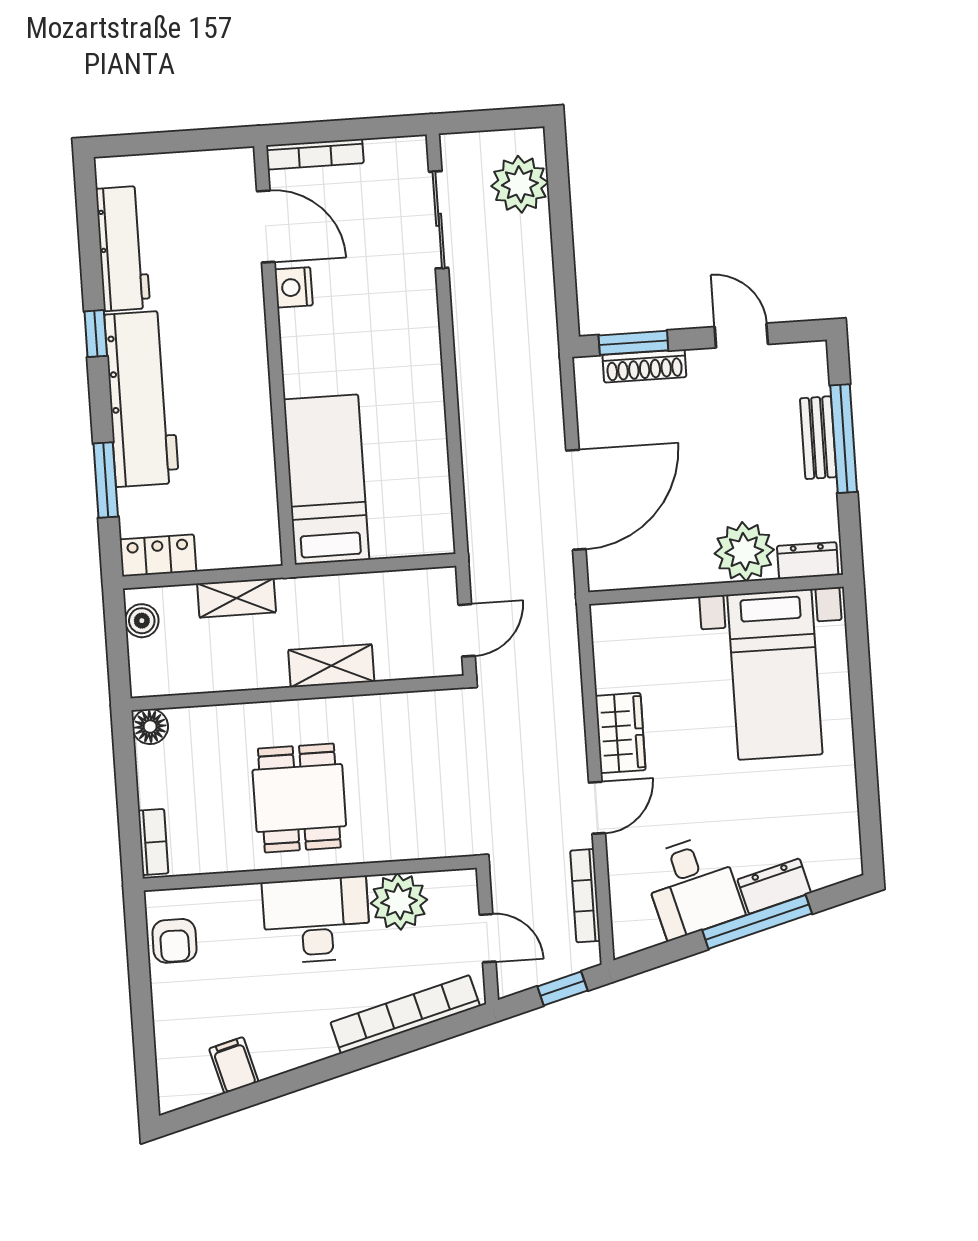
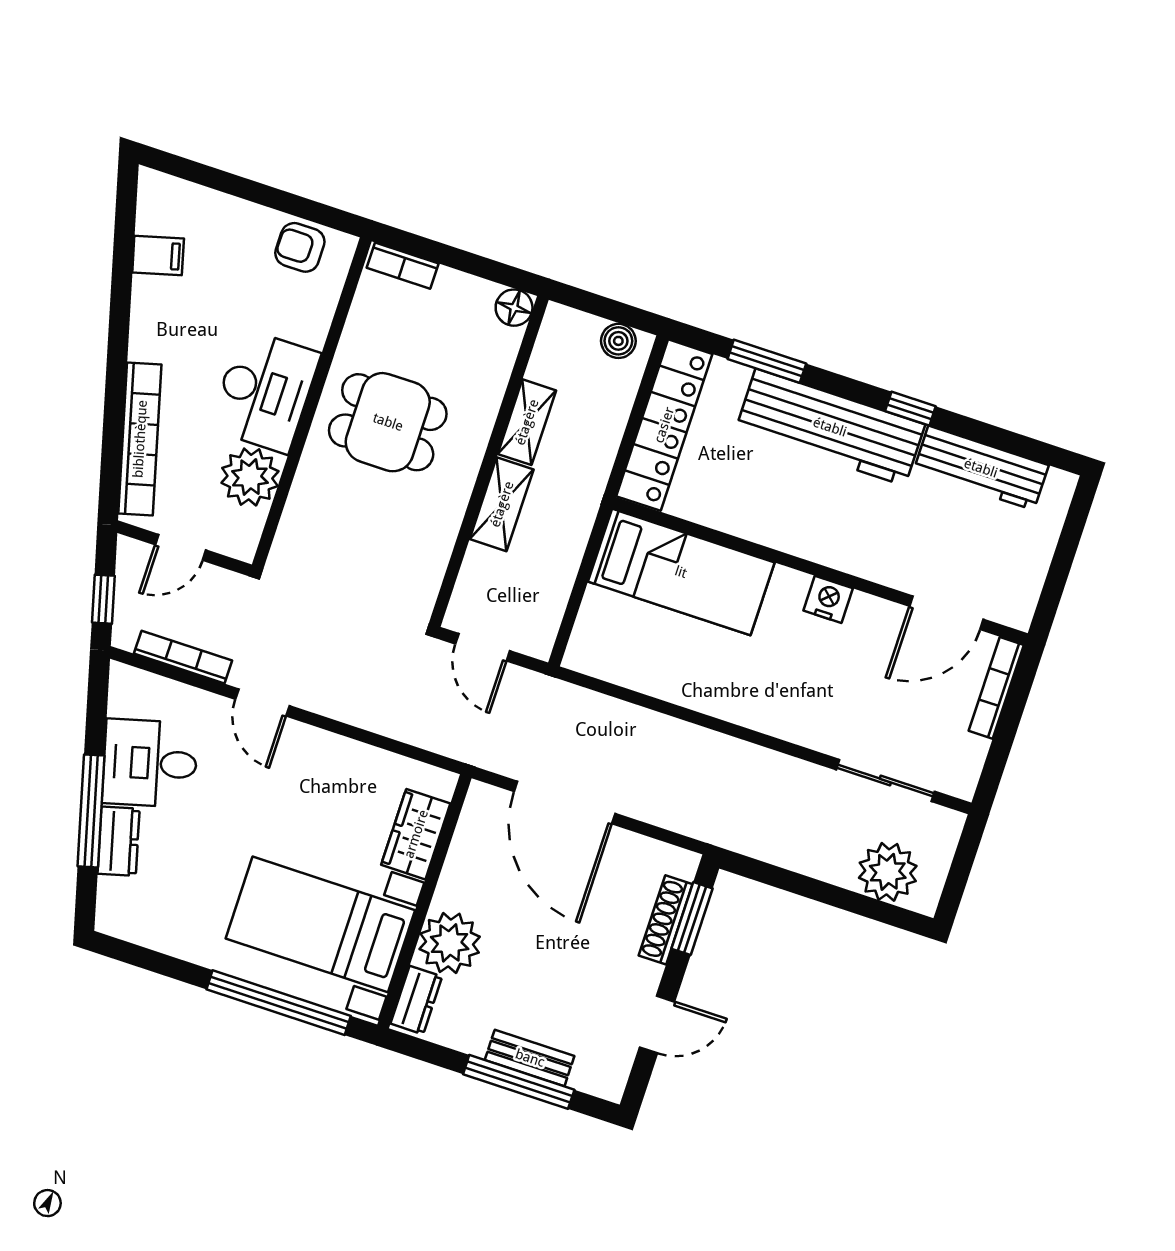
nightstand: (294, 287) -> (828, 599), moved
locker: (158, 555) -> (664, 425), width x2.16, depth x1.21
shelving: (237, 598) -> (527, 422), moved
window: (860, 683) -> (279, 1003), added
wardrobe: (620, 733) -> (416, 834), moved, turned 90

